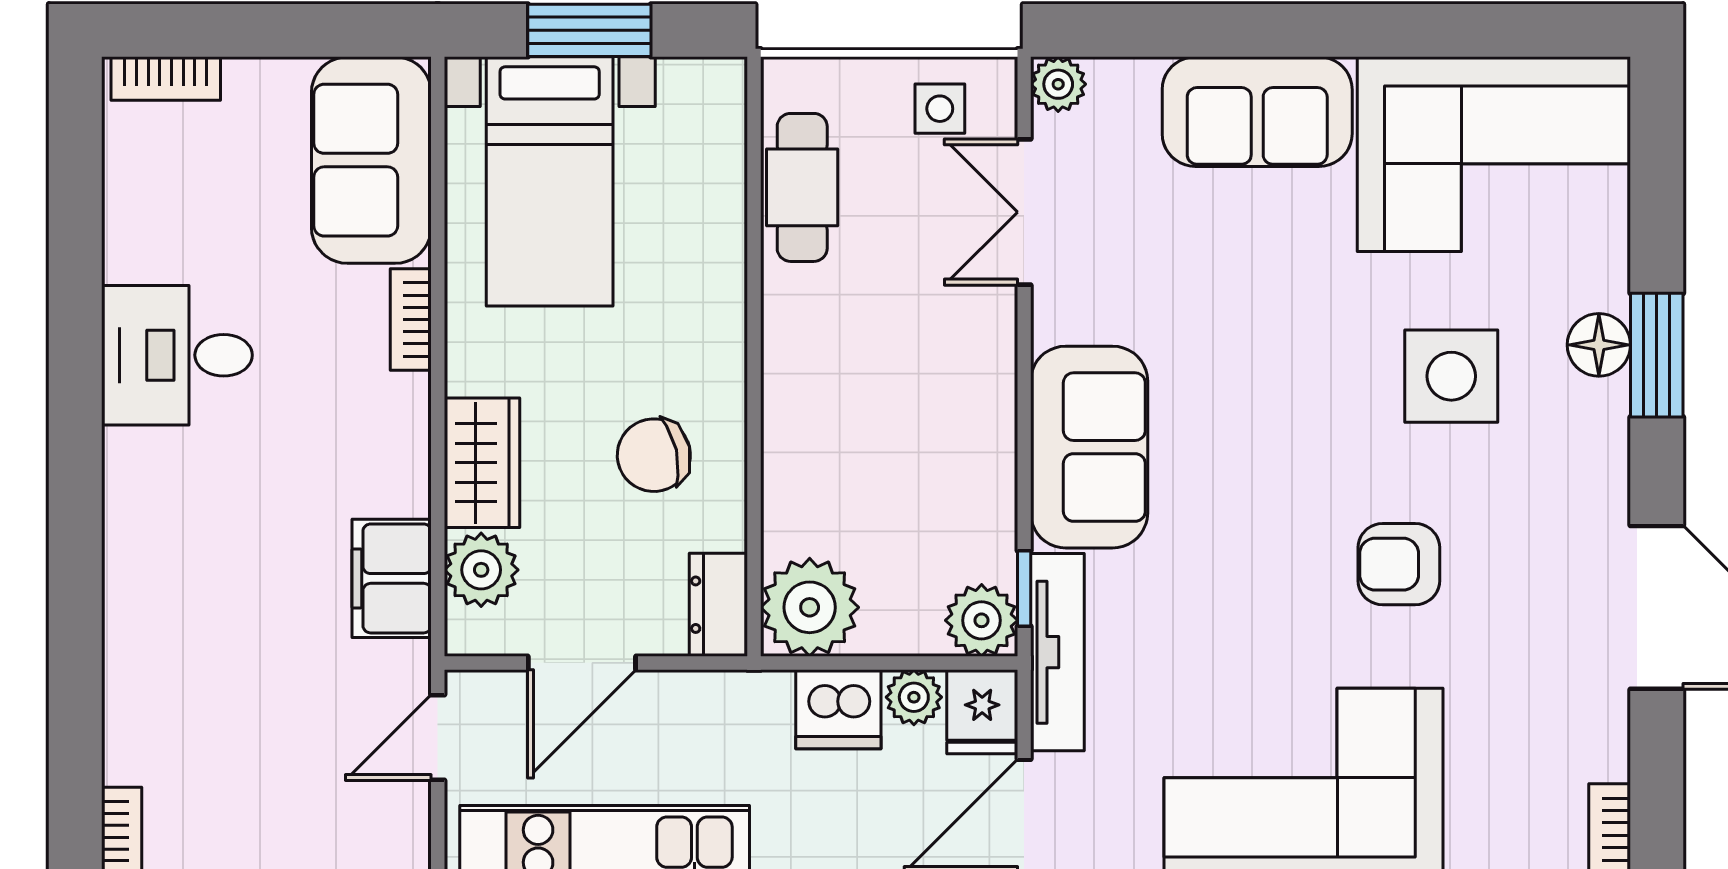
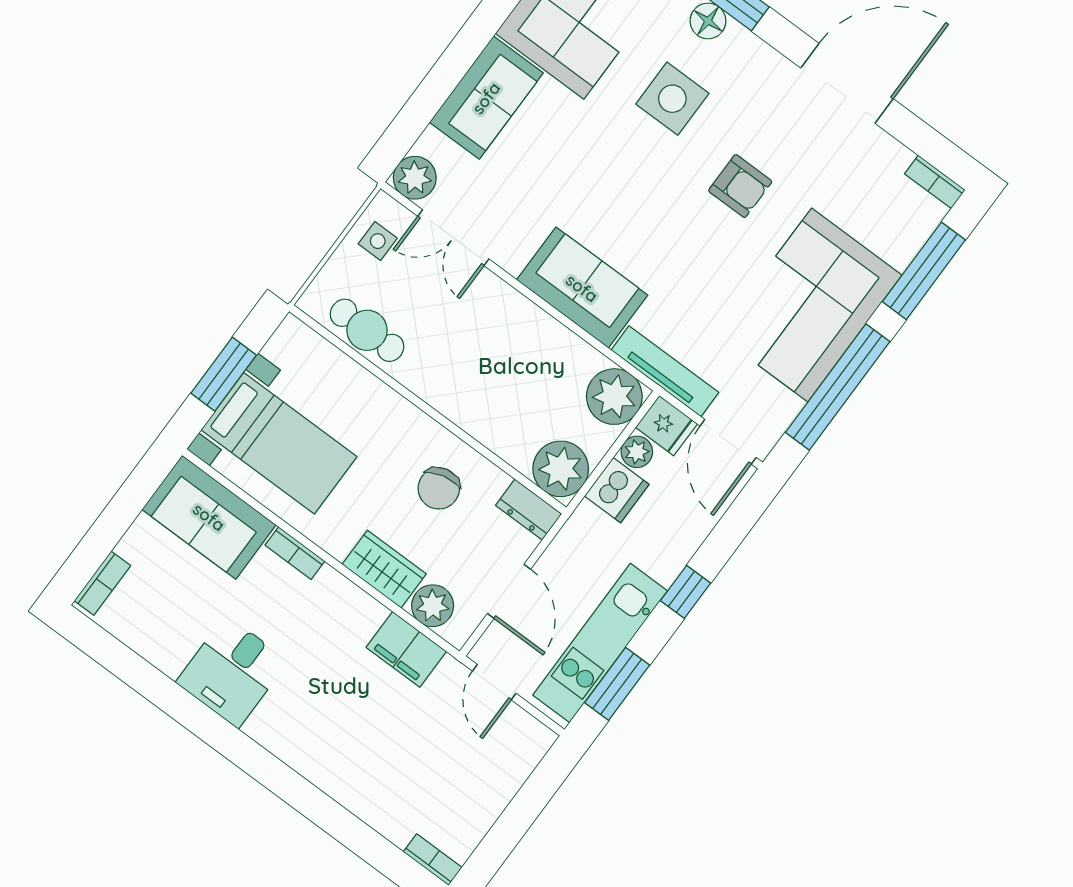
plant: (1058, 84) -> (415, 178), width x1.38, depth x1.38
armchair: (1399, 564) -> (740, 186), turned -90
window: (1024, 589) -> (625, 365), removed
plant: (982, 620) -> (614, 397), width x1.36, depth x1.36

